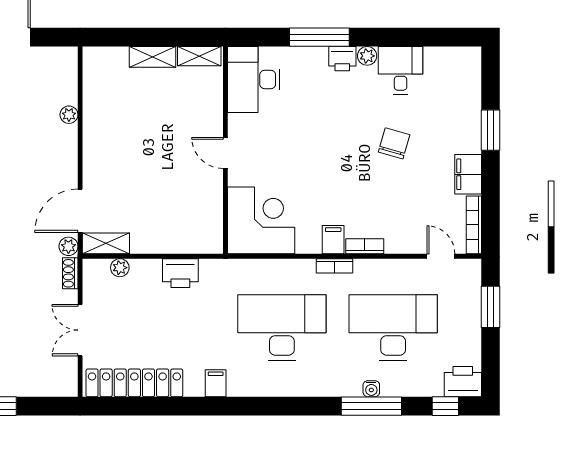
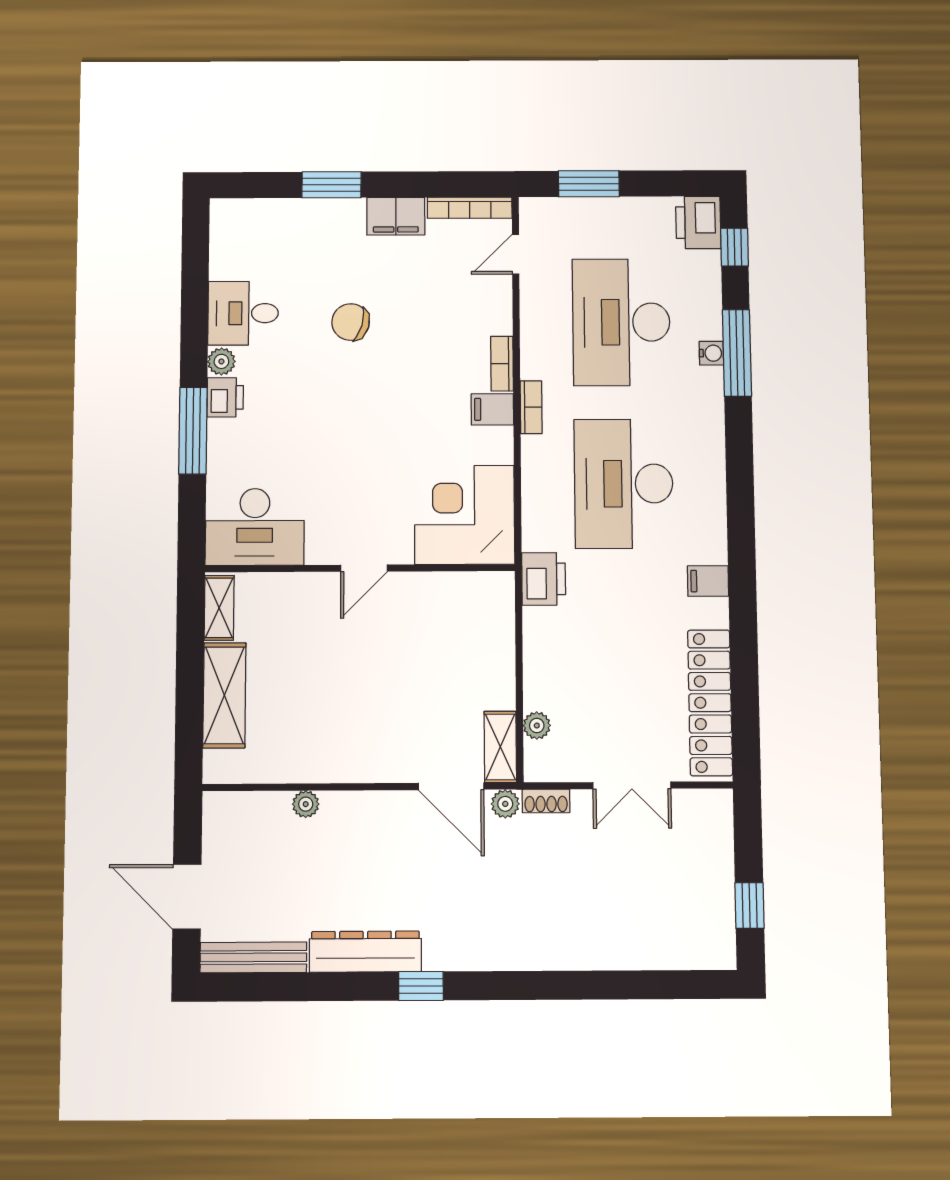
shelving: (153, 57) -> (224, 695), width x1.50, depth x1.33
printer: (180, 273) -> (544, 579), moved

